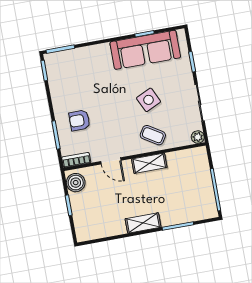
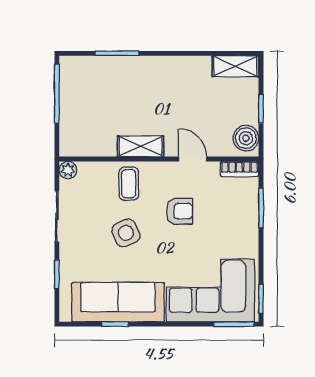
corner sofa: (81, 70) -> (210, 290), added
armchair: (79, 120) -> (180, 211), moved
coffee table: (153, 135) -> (129, 184), turned 58
shelving: (143, 223) -> (235, 66), moved

